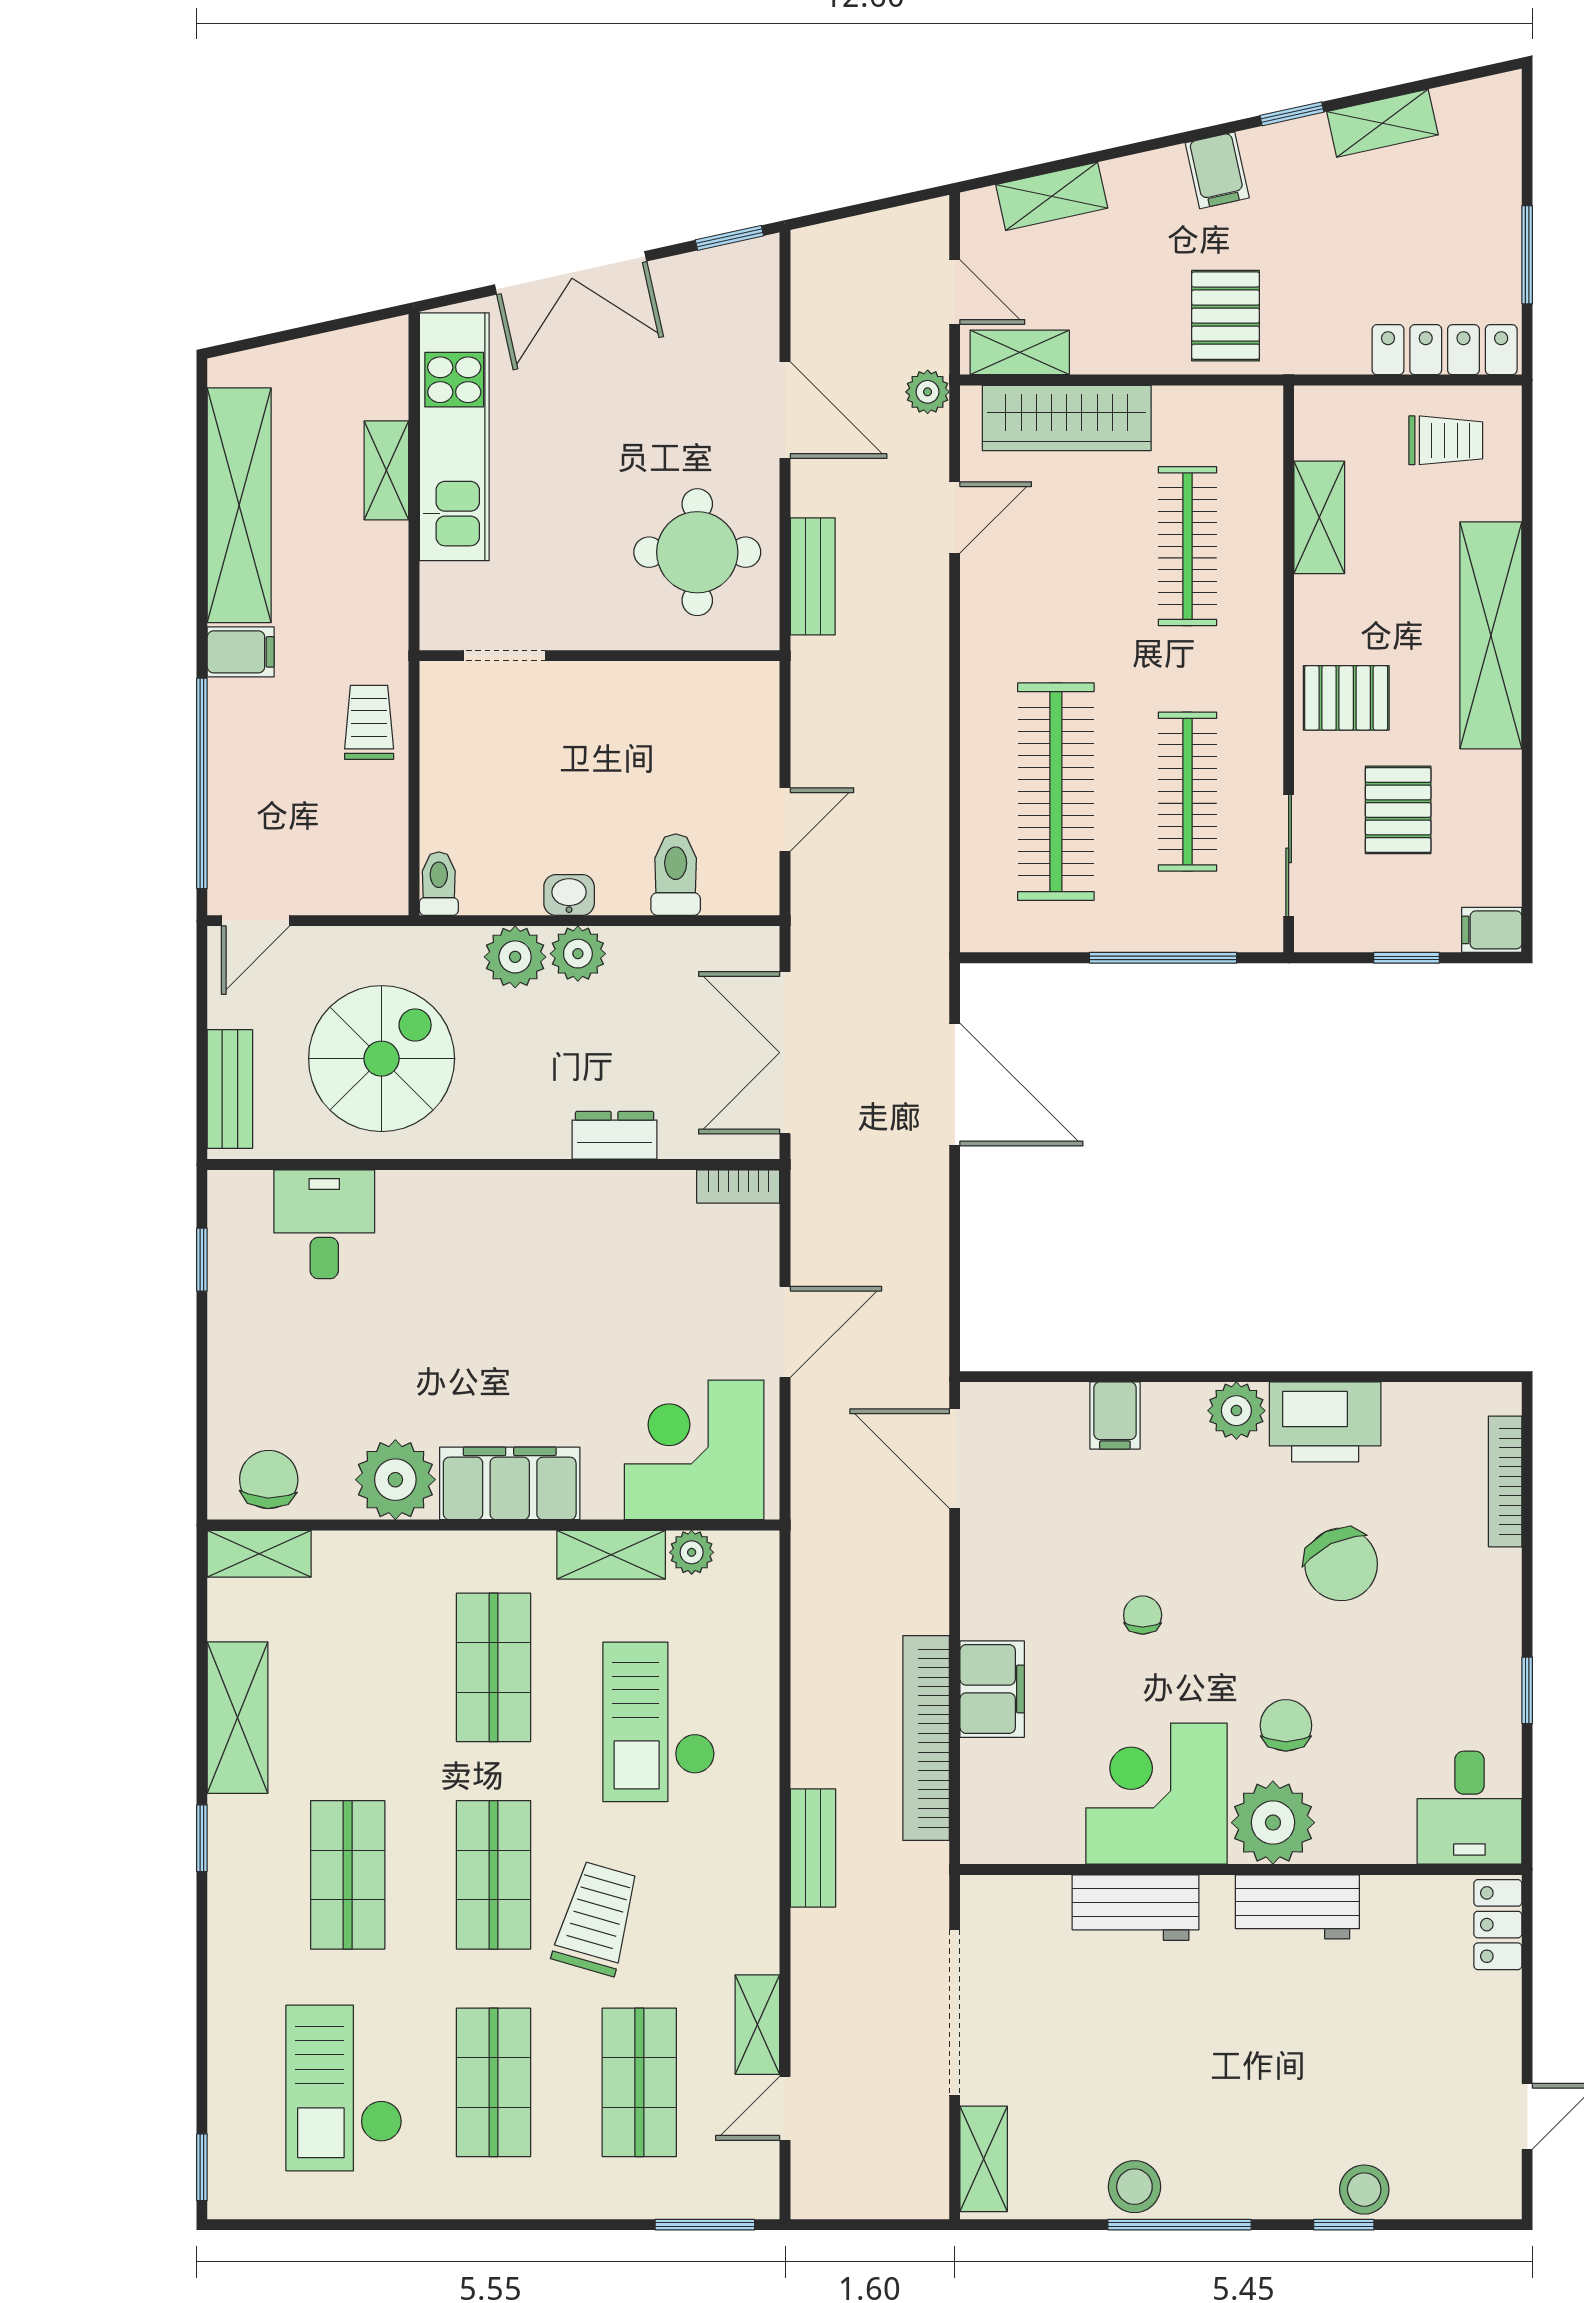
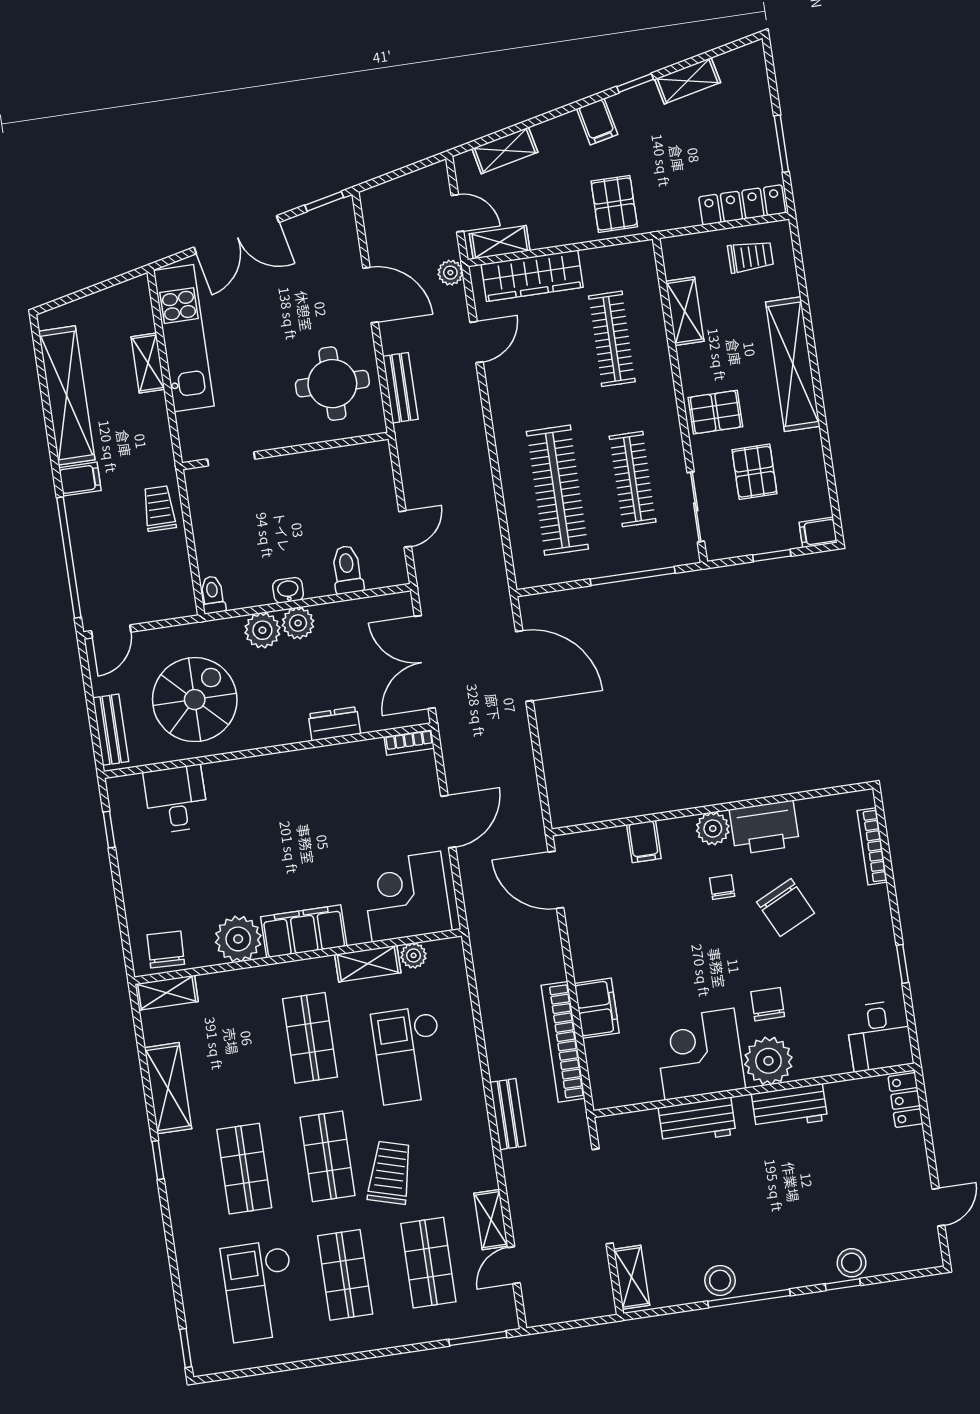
chair: (1143, 1615) -> (722, 887), moved

